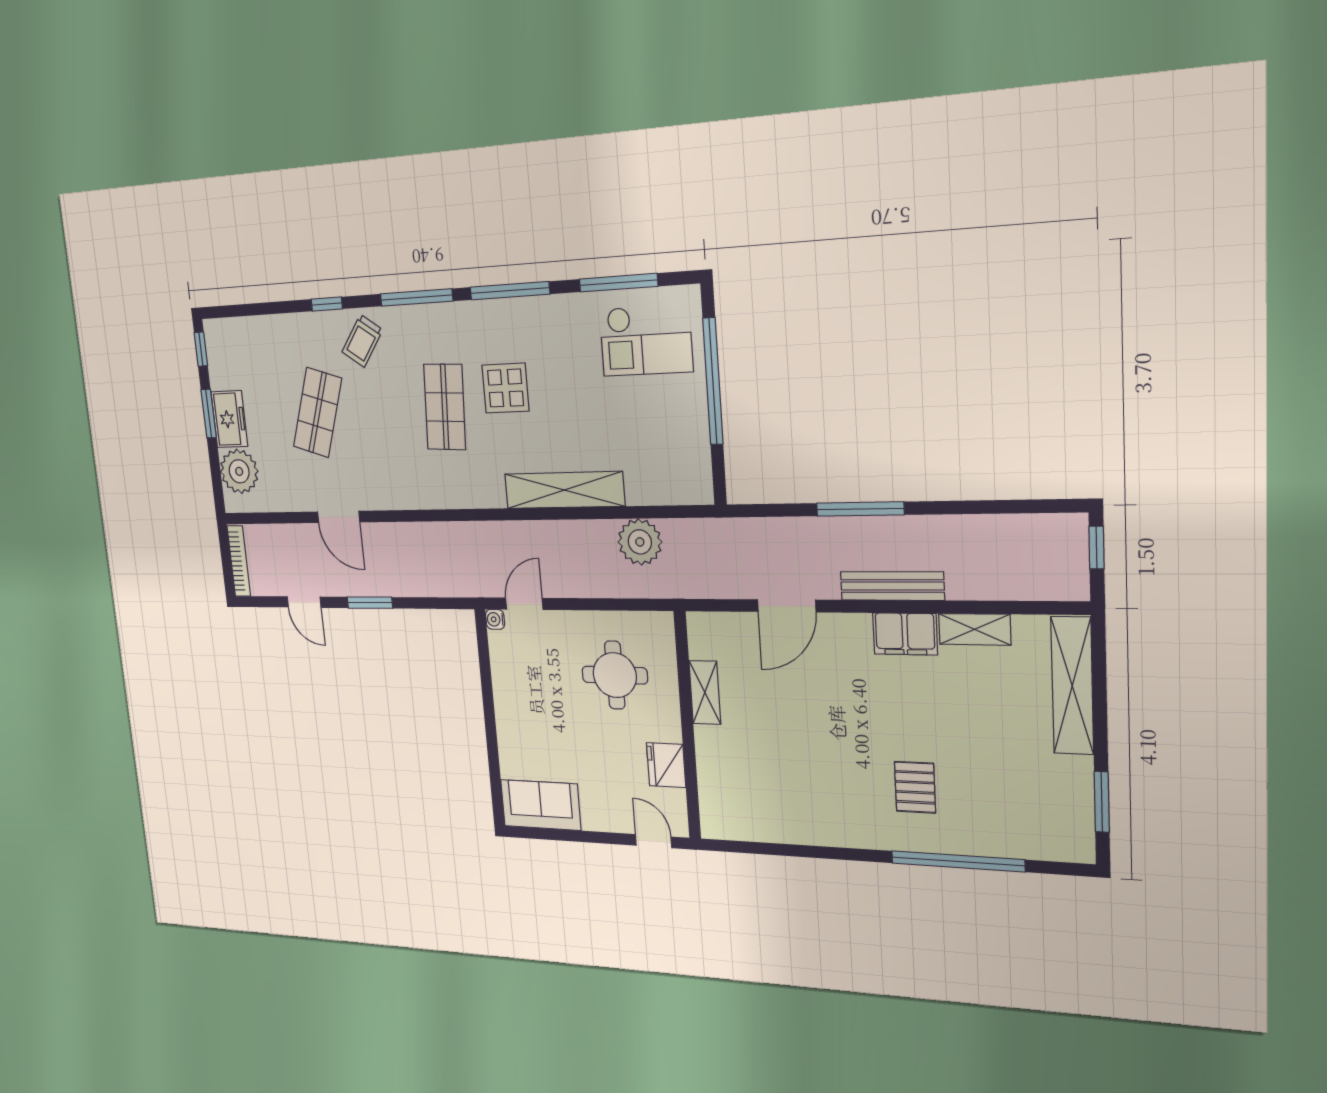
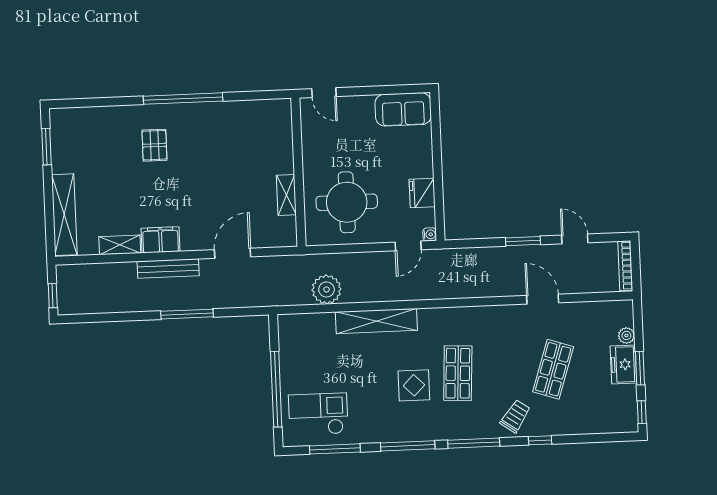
plant: (239, 471) -> (626, 335), width x0.53, depth x0.53
round table: (615, 675) -> (347, 202), width x1.36, depth x1.36
fridge: (666, 765) -> (422, 193), moved, turned 180
window: (958, 861) -> (183, 99), moved

